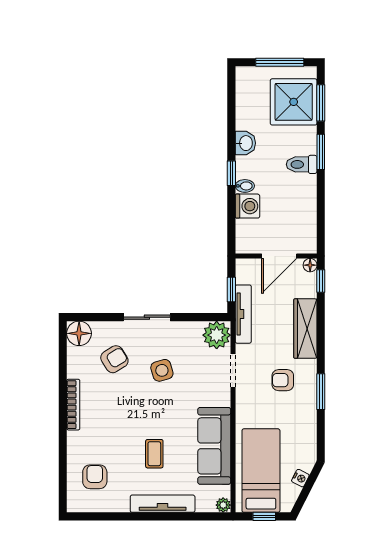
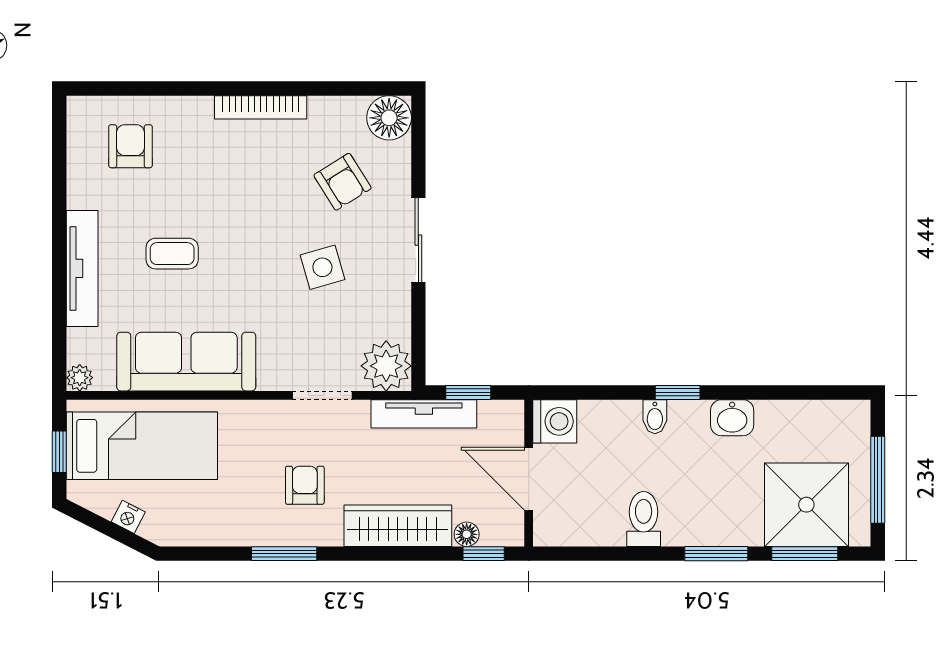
toilet: (302, 164) -> (644, 519), moved
washing machine: (247, 206) -> (555, 421), moved, turned -90
floor lamp: (310, 265) -> (467, 534), moved
armchair: (95, 477) -> (130, 146), turned -90

